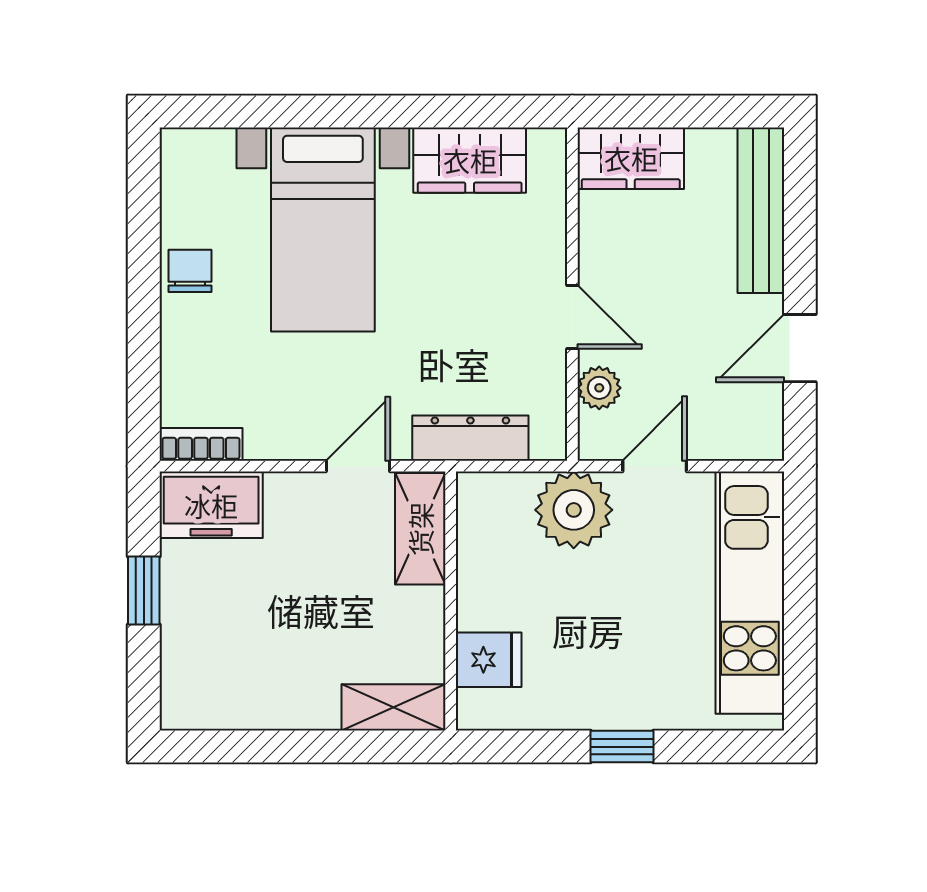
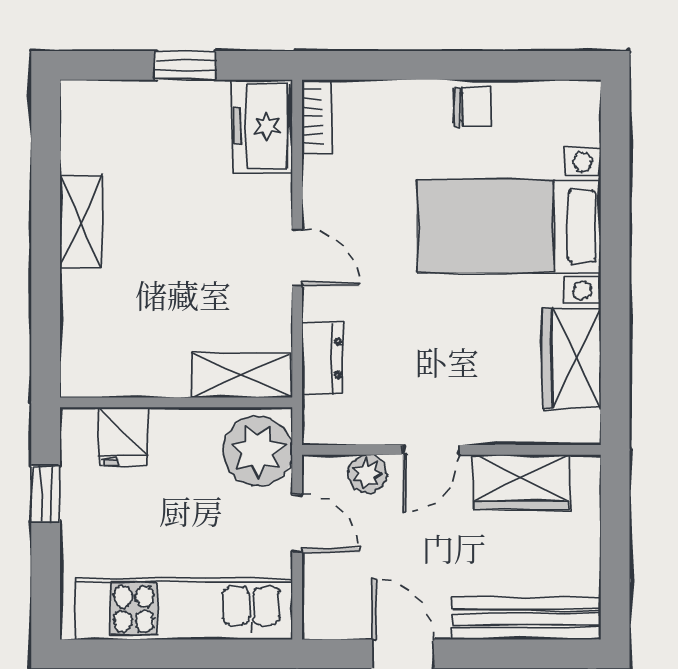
wardrobe: (631, 158) -> (521, 482), moved, turned -90
dresser: (470, 438) -> (322, 358), width x0.70
shelving: (420, 529) -> (241, 375), moved
wall: (451, 601) -> (176, 402), moved
fridge: (489, 660) -> (123, 436), moved
shelving: (394, 707) -> (81, 221), moved

